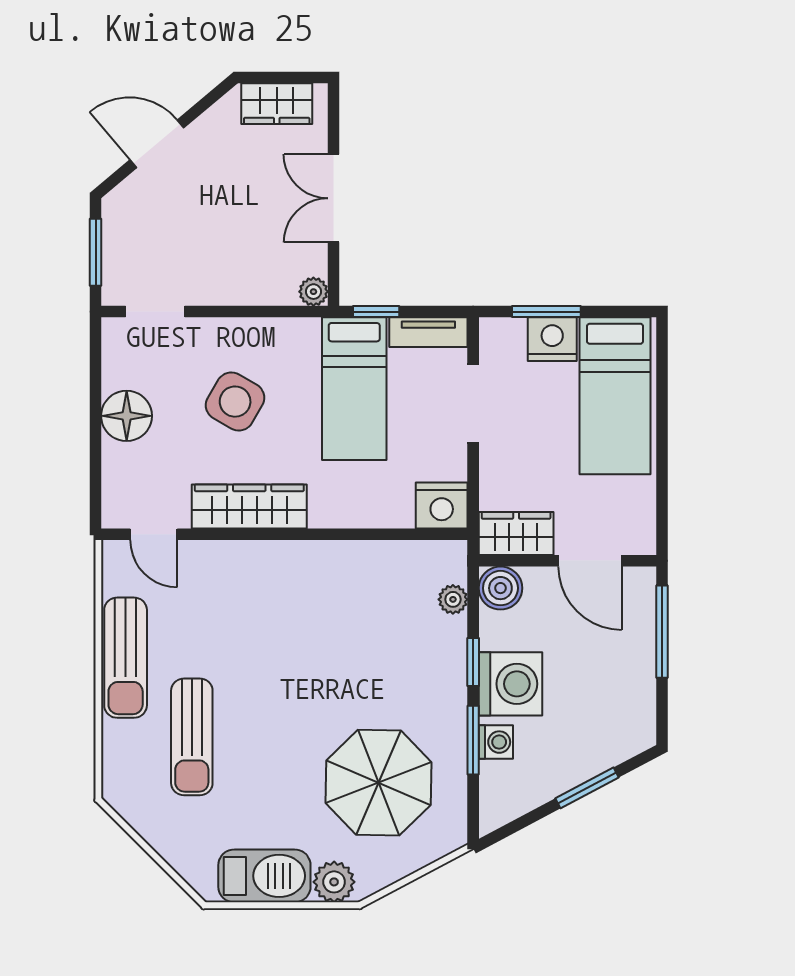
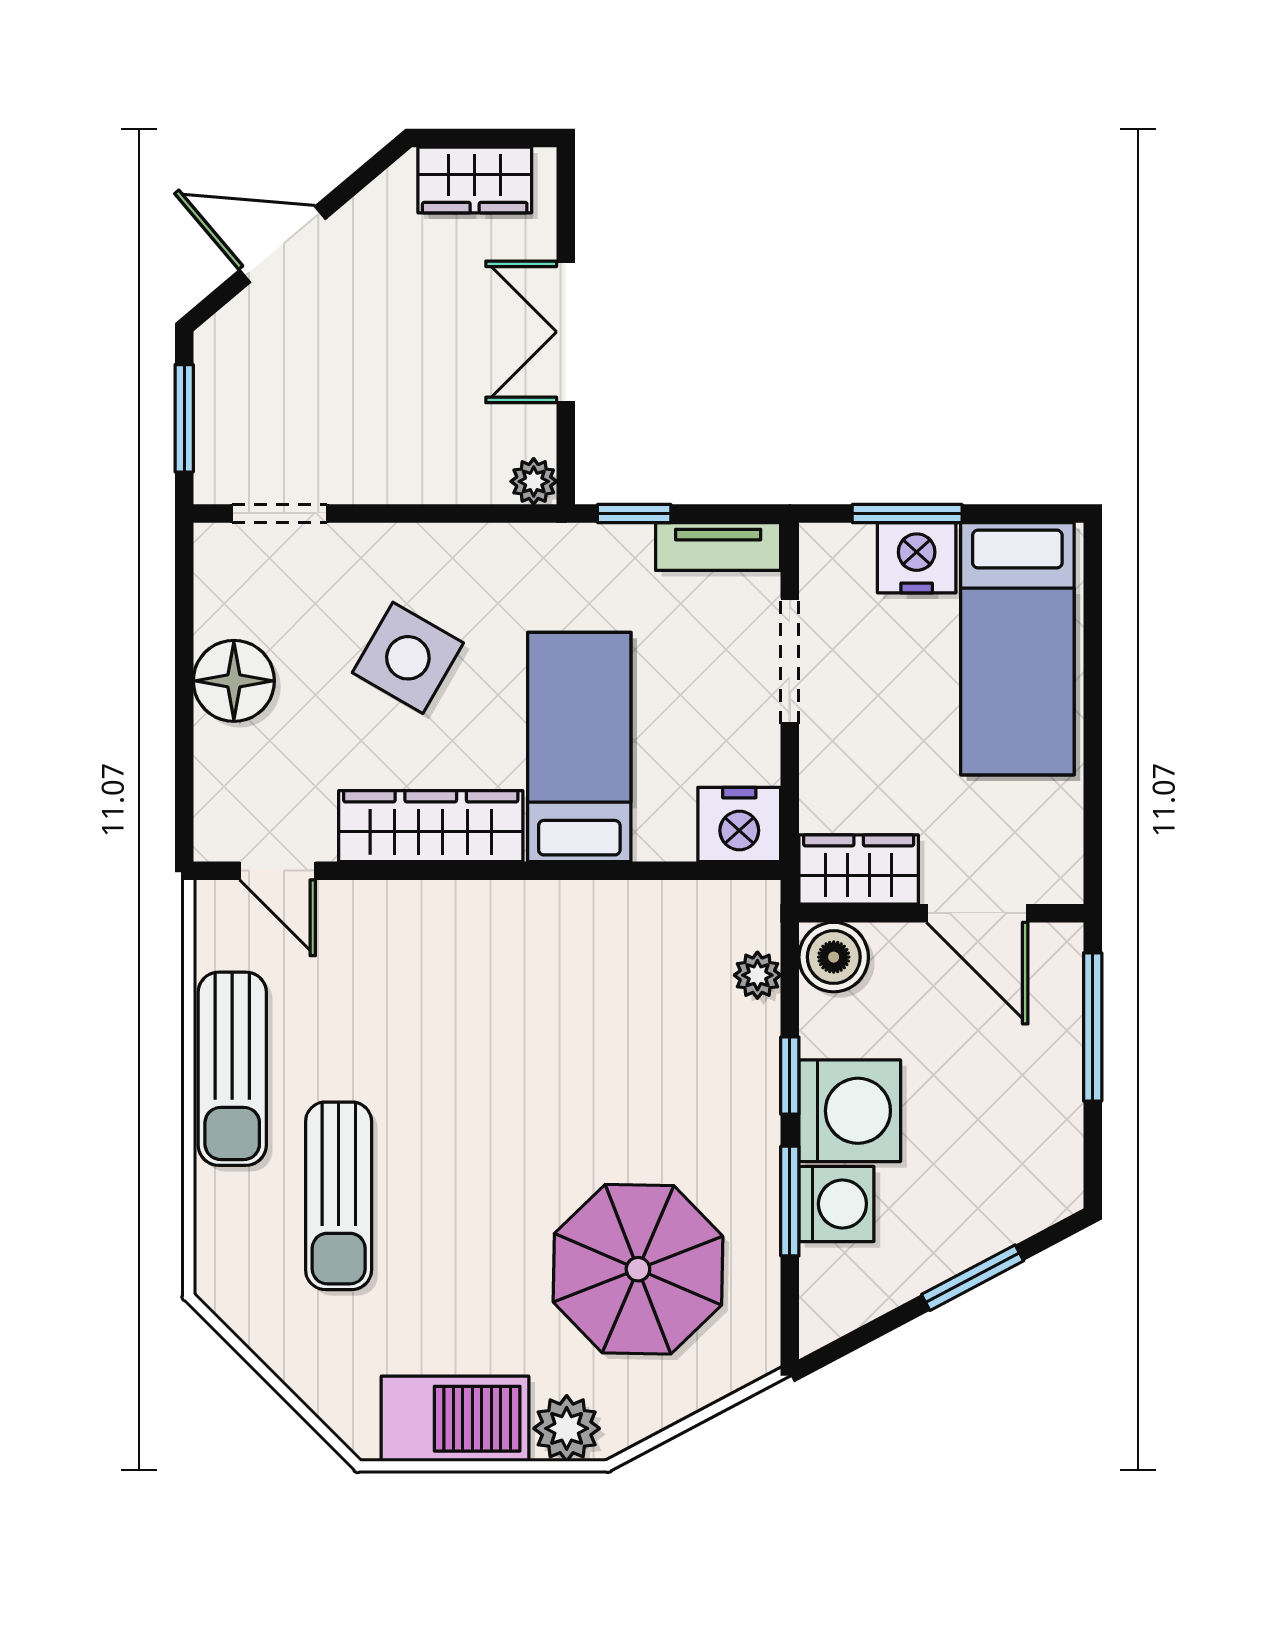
bed: (354, 389) -> (579, 747), moved, turned 180
washing machine: (496, 742) -> (836, 1204), width x1.38, depth x1.38

